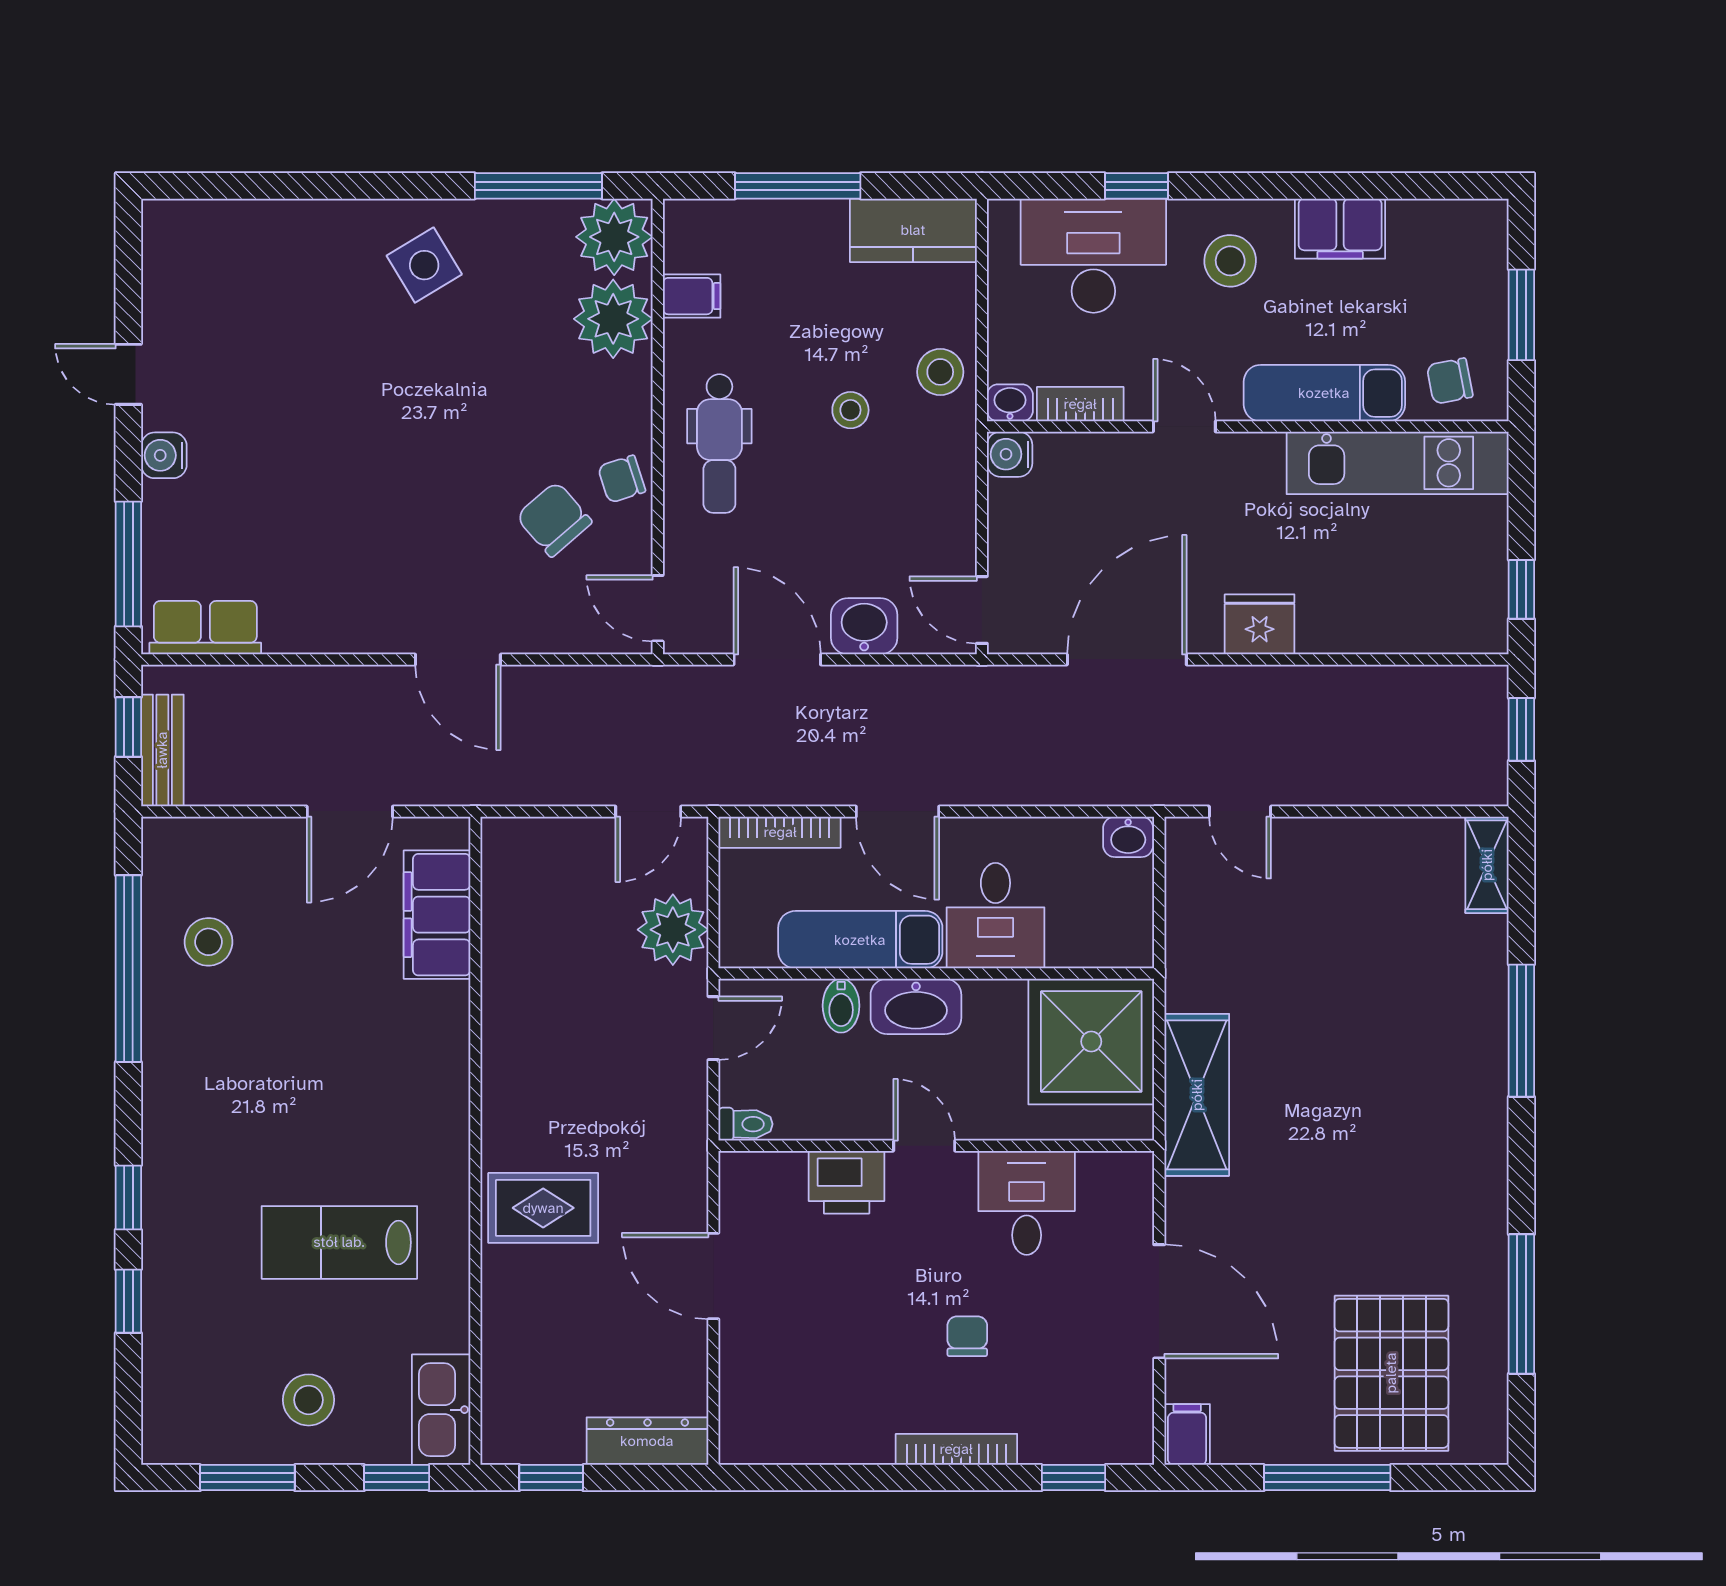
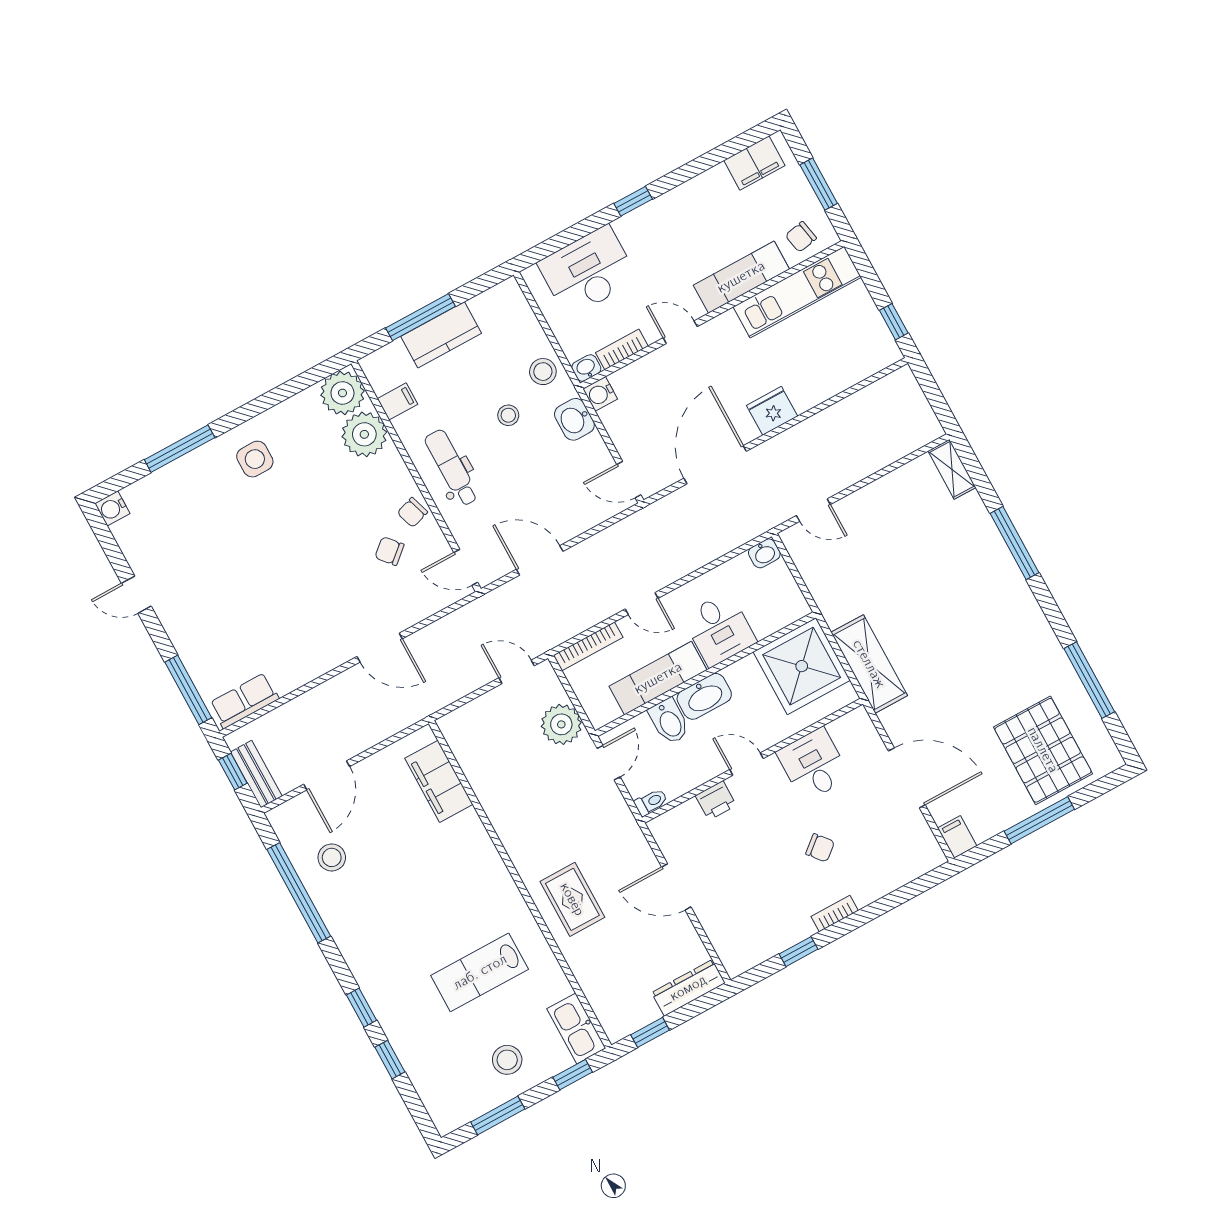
window: (538, 186) -> (180, 449), moved
window: (1136, 186) -> (633, 201), moved
filing cabinet: (1340, 229) -> (754, 163), moved
kitchen counter: (913, 230) -> (441, 335), moved
stool: (1230, 261) -> (658, 237), removed
side table: (424, 265) -> (255, 459), turned 31
dental chair: (719, 443) -> (452, 468), turned 180
water cooler: (164, 455) -> (112, 508), moved
chair: (554, 519) -> (389, 551), width x0.73, depth x0.73
washbasin: (864, 626) -> (574, 419), moved, turned -90
window: (1521, 729) -> (932, 392), removed
door: (350, 811) -> (327, 775), moved
door: (648, 811) -> (517, 672), swing flipped
door: (897, 811) -> (642, 604), width x0.73
bidet: (841, 1006) -> (669, 721), width x1.38, depth x1.36
printer: (847, 1182) -> (716, 801), width x0.73, depth x0.81
rug: (543, 1208) -> (572, 899), turned 90
chair: (967, 1336) -> (820, 848), turned 140
bookcase: (956, 1449) -> (835, 913), width x0.64
window: (1074, 1478) -> (798, 952), moved

